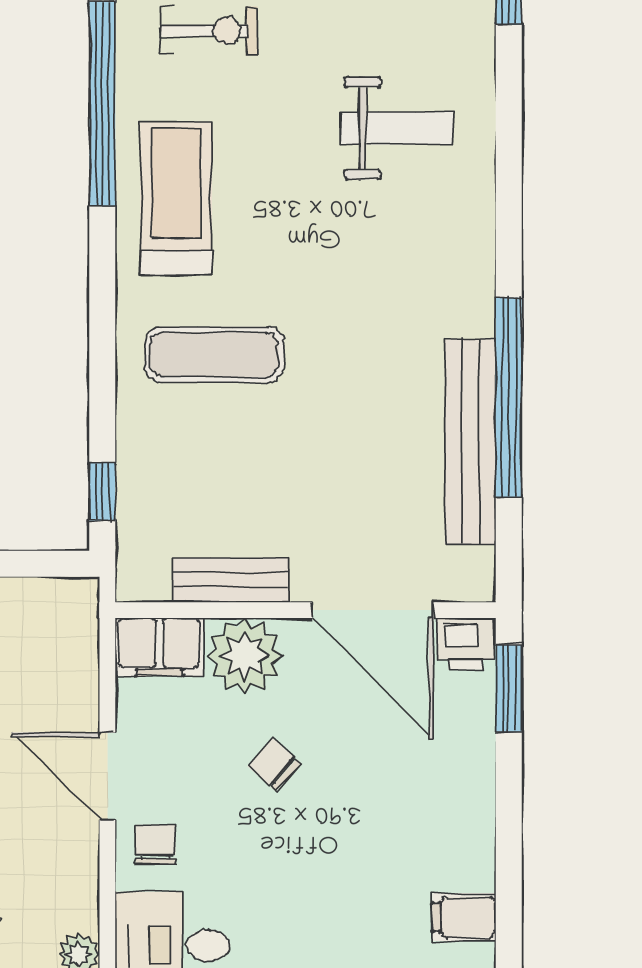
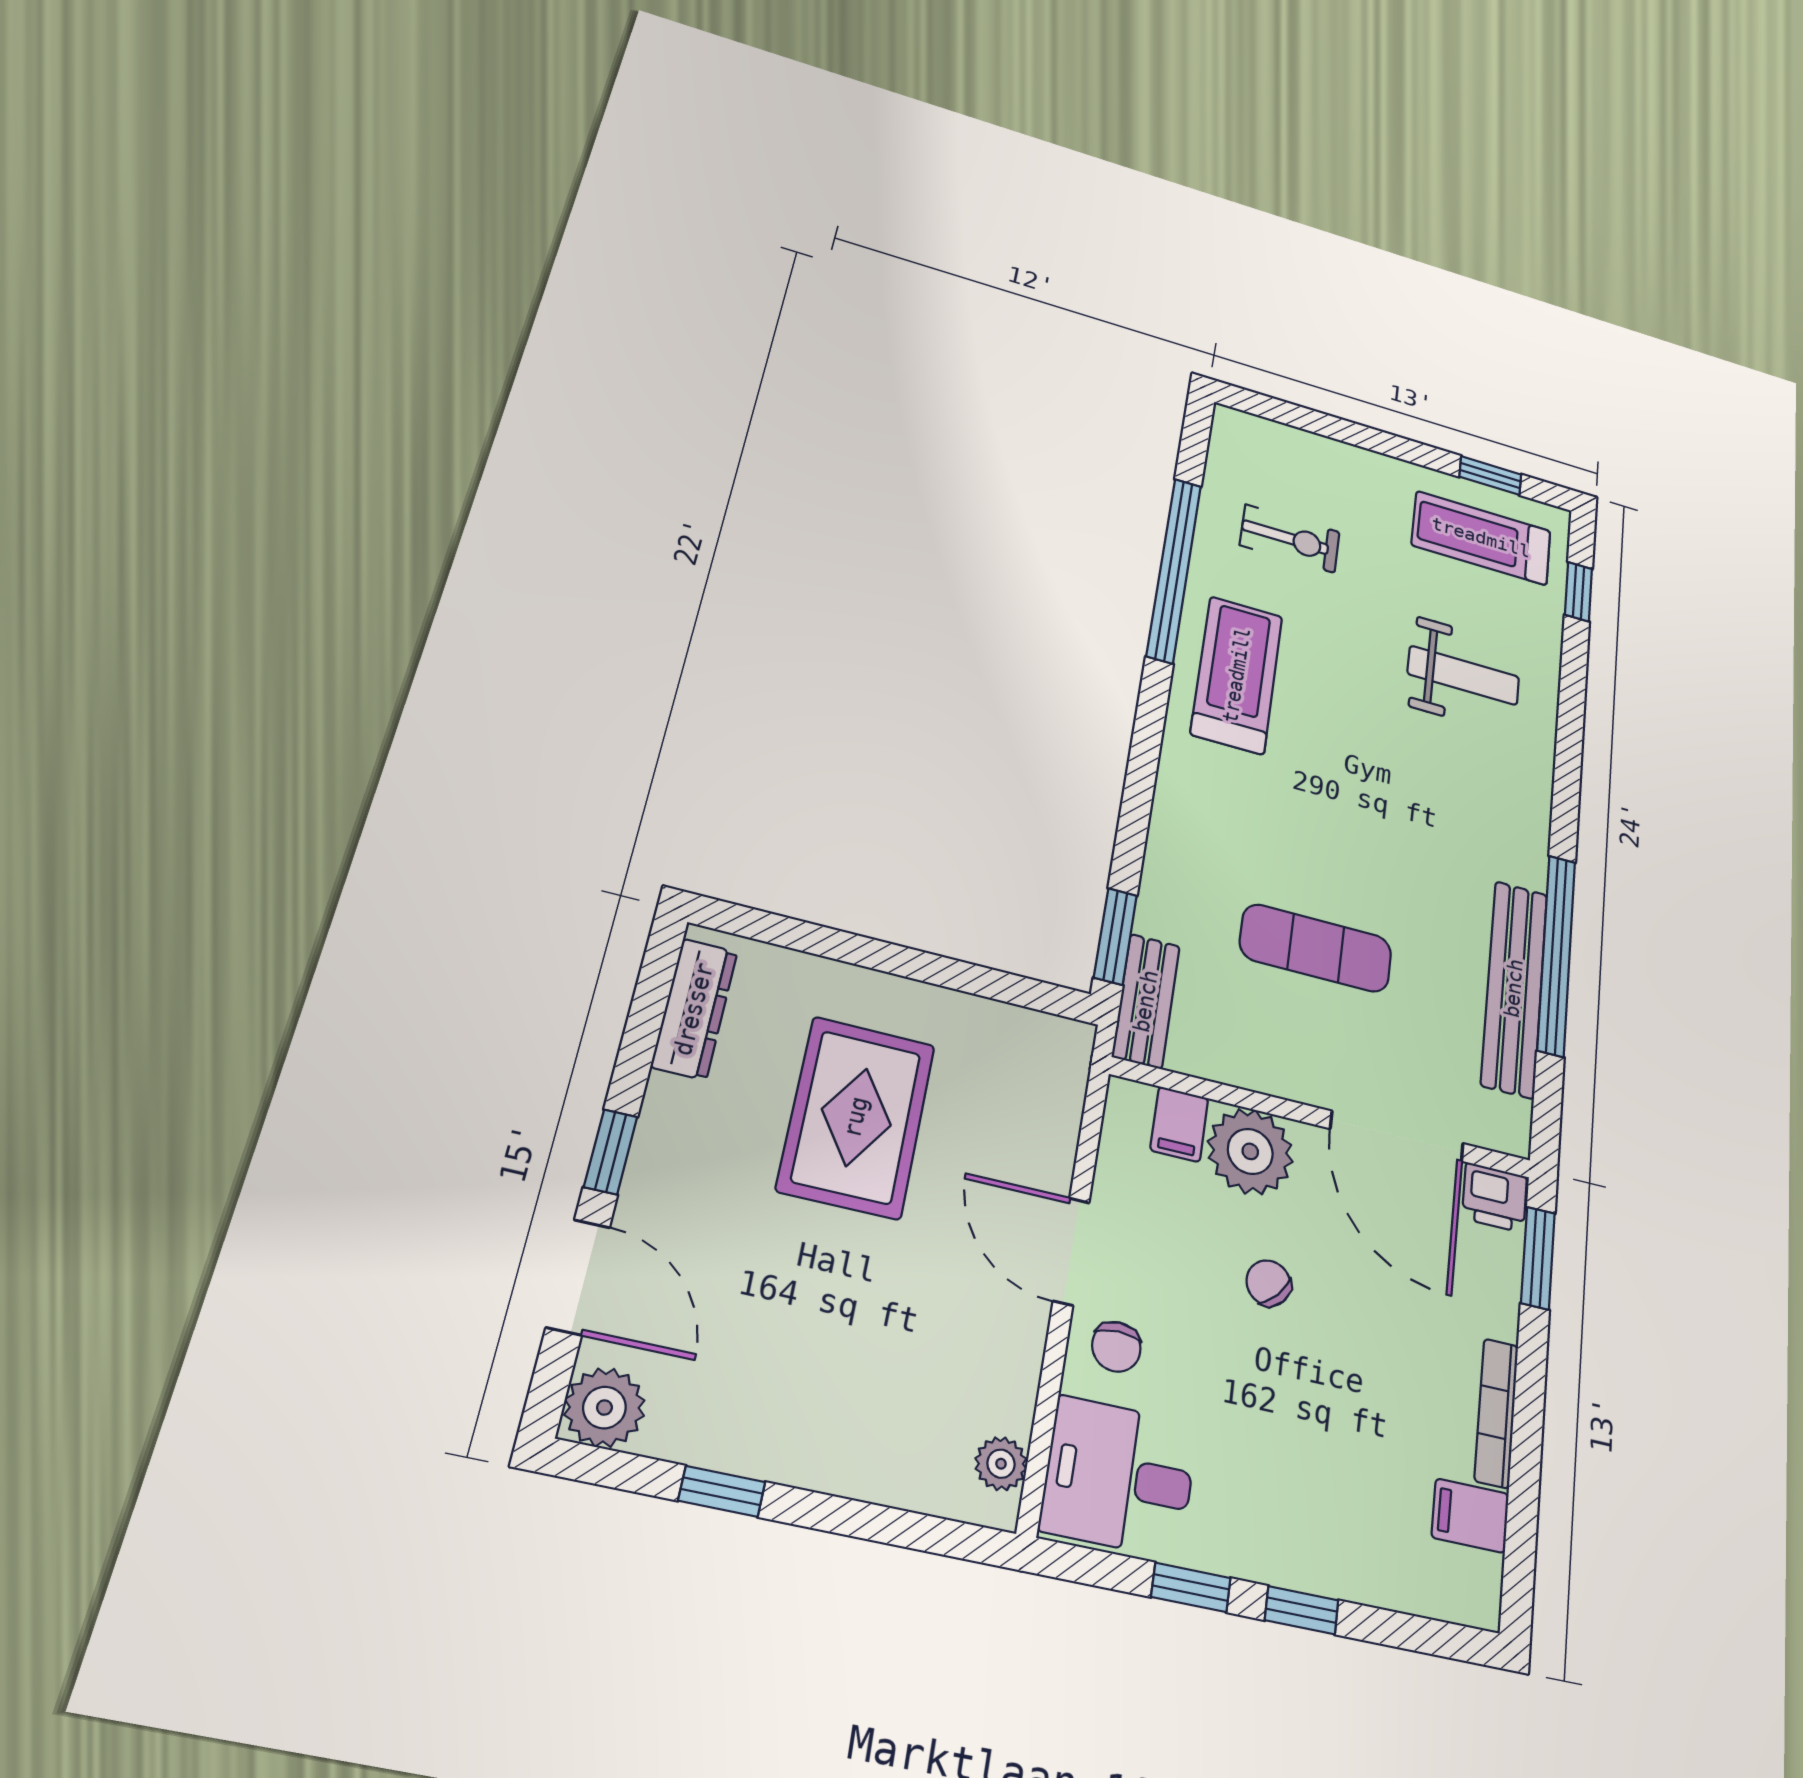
exercise mat: (214, 355) -> (1316, 948), moved
window: (102, 492) -> (1115, 936), width x1.50
bench: (230, 580) -> (1146, 1001), moved, turned 90
filing cabinet: (159, 647) -> (1179, 1124), width x0.50
bookcase: (481, 829) -> (1496, 1413), added
chair: (155, 845) -> (1116, 1347), turned 180

